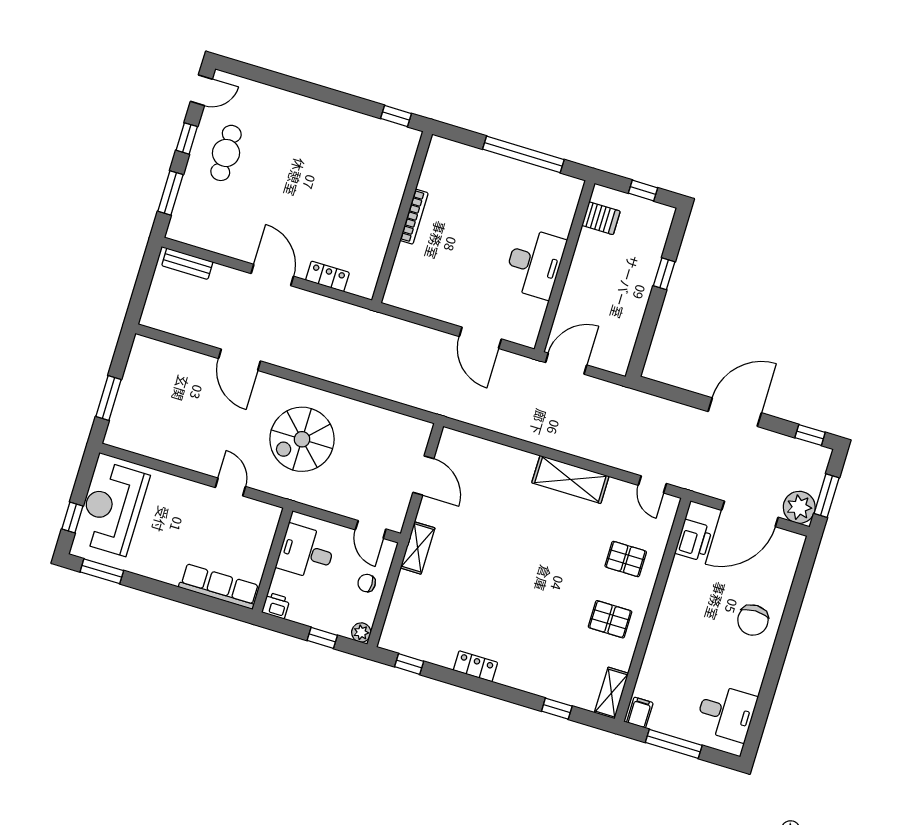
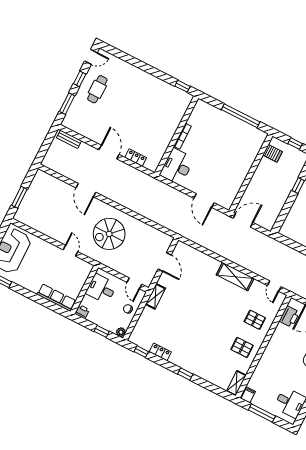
desk: (535, 263) -> (177, 167), moved, turned 180
locker: (475, 666) -> (160, 352), moved
window: (557, 709) -> (185, 374), moved

